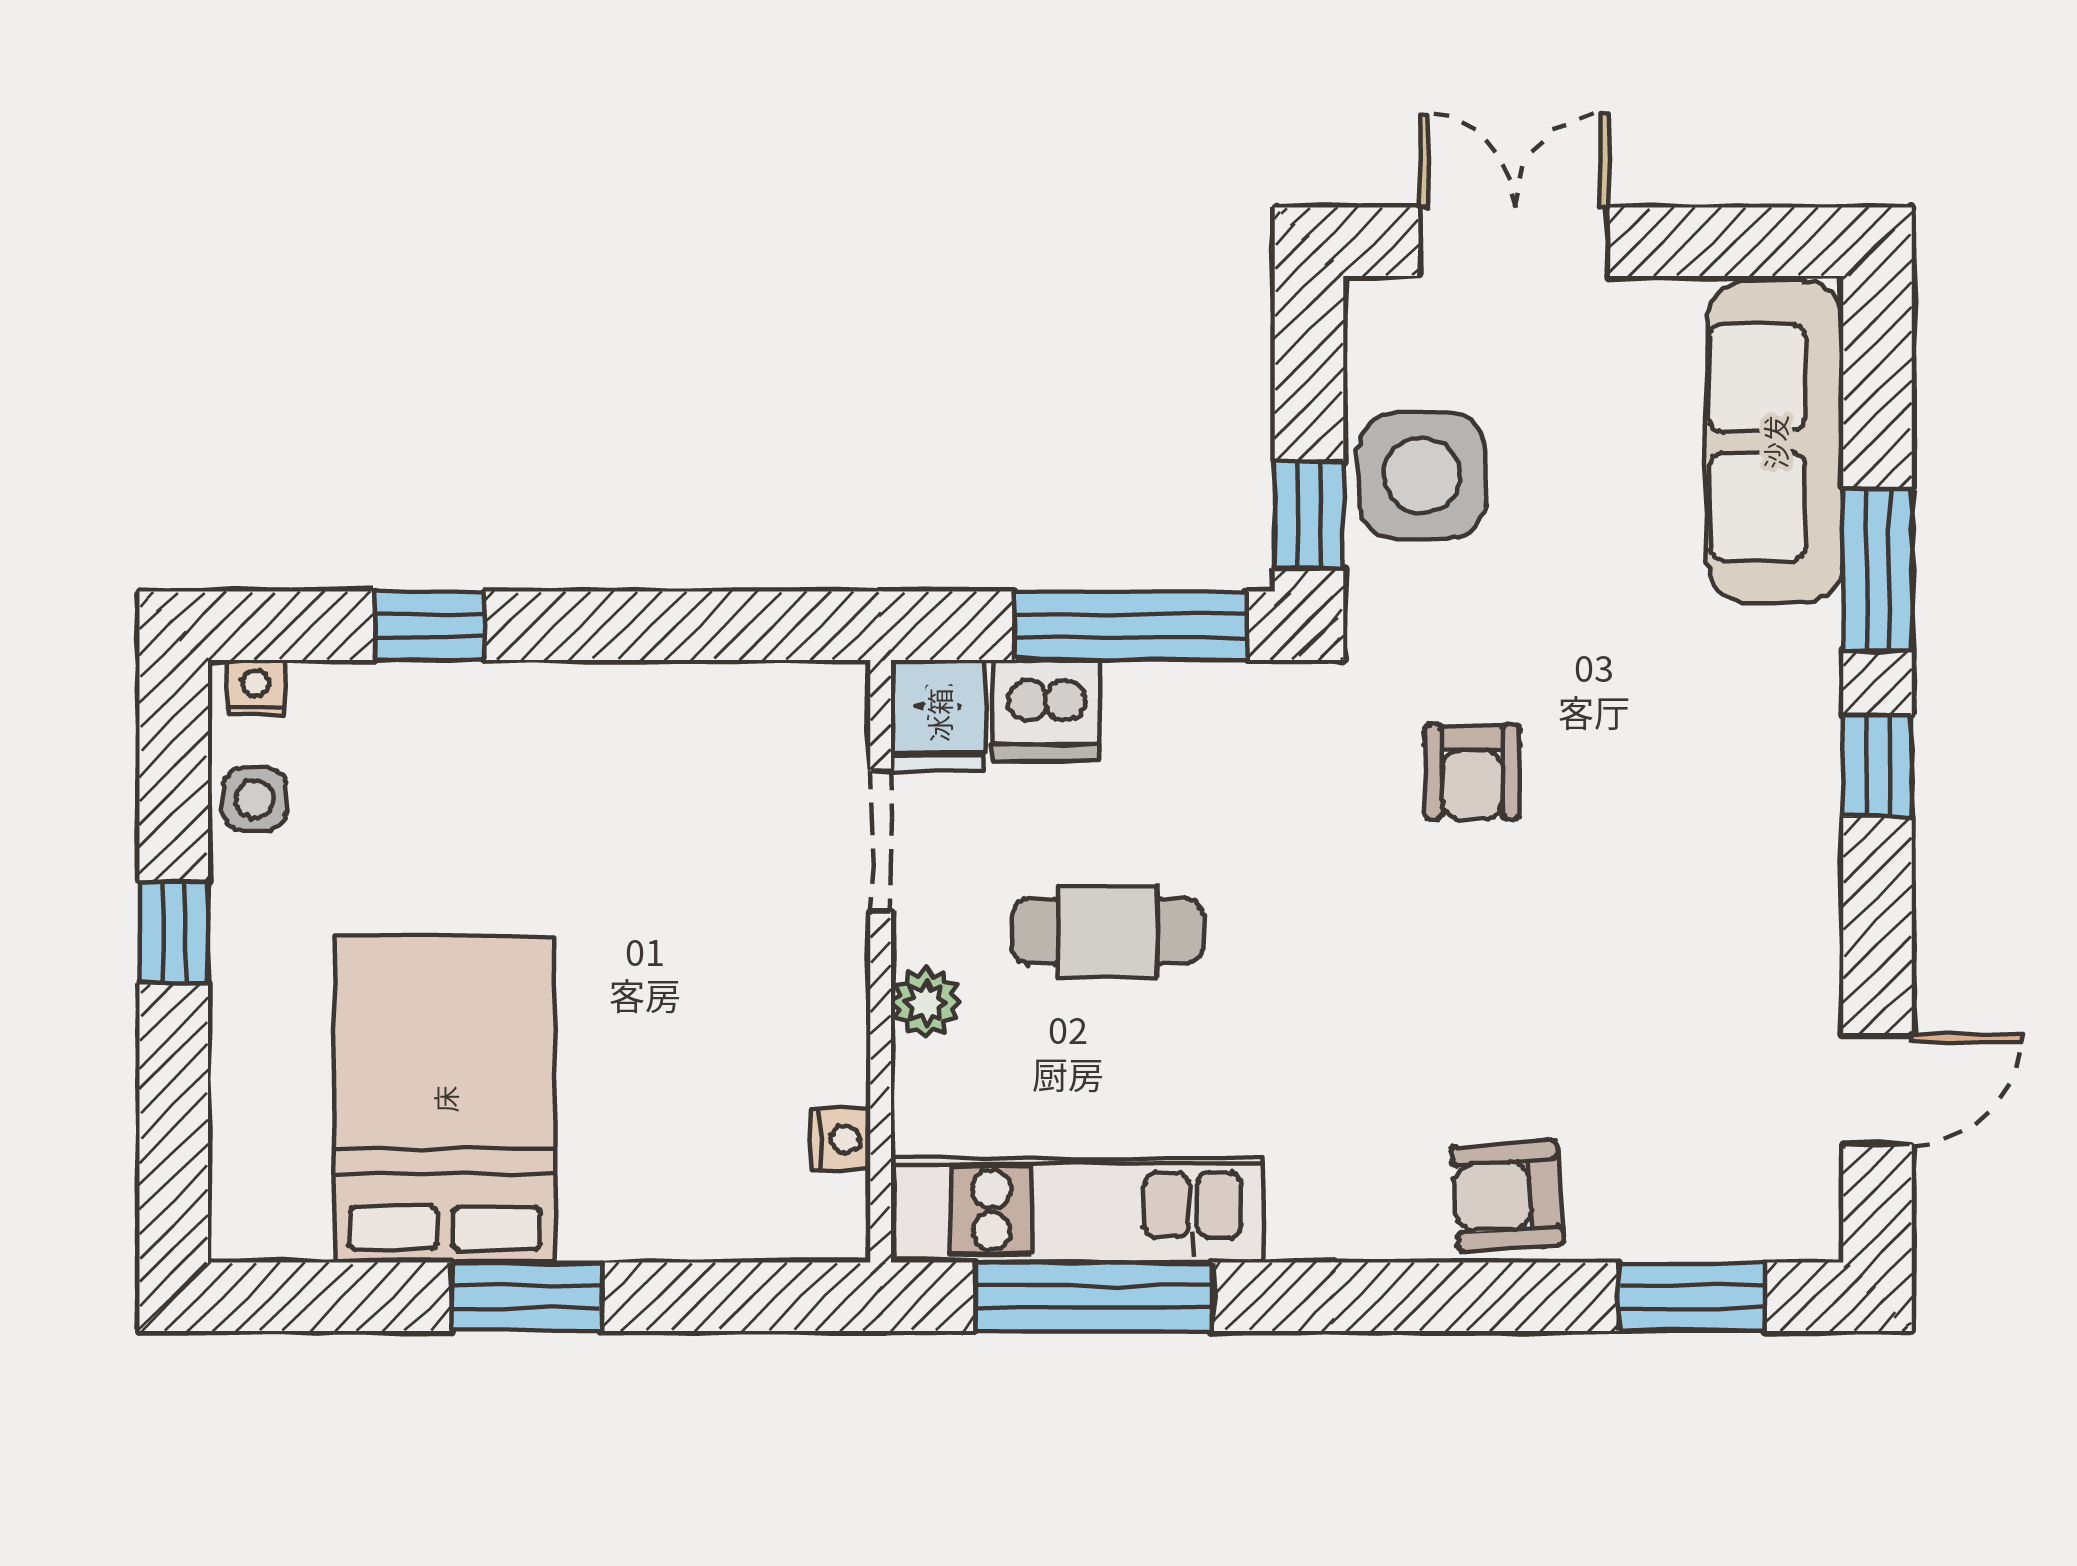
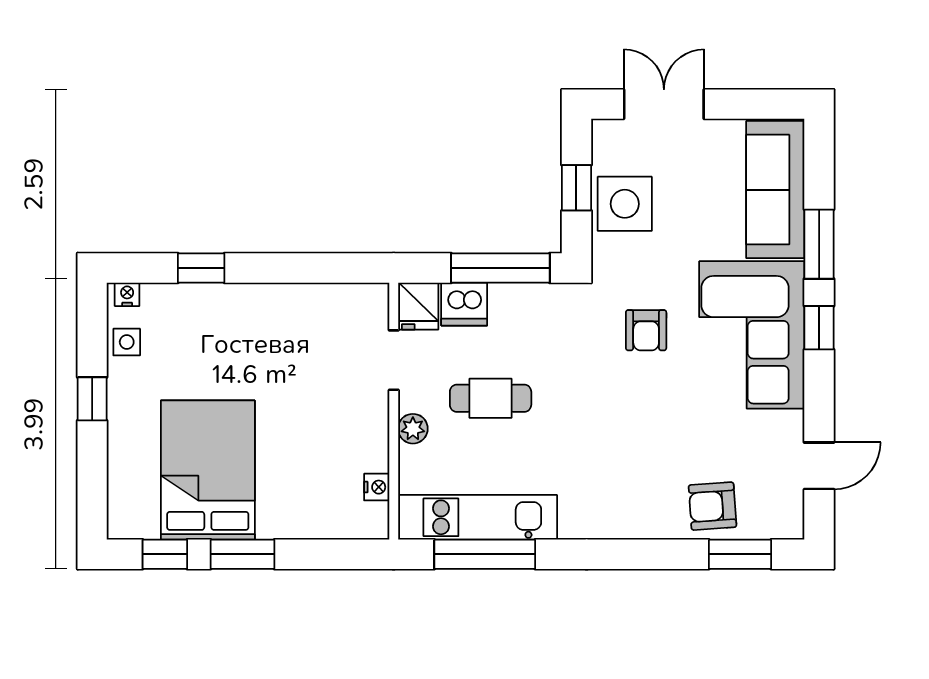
window: (1309, 515) -> (576, 188), moved
corner sofa: (1720, 782) -> (752, 335), added
armchair: (1507, 1196) -> (712, 506), moved
window: (344, 1297) -> (165, 554), added

